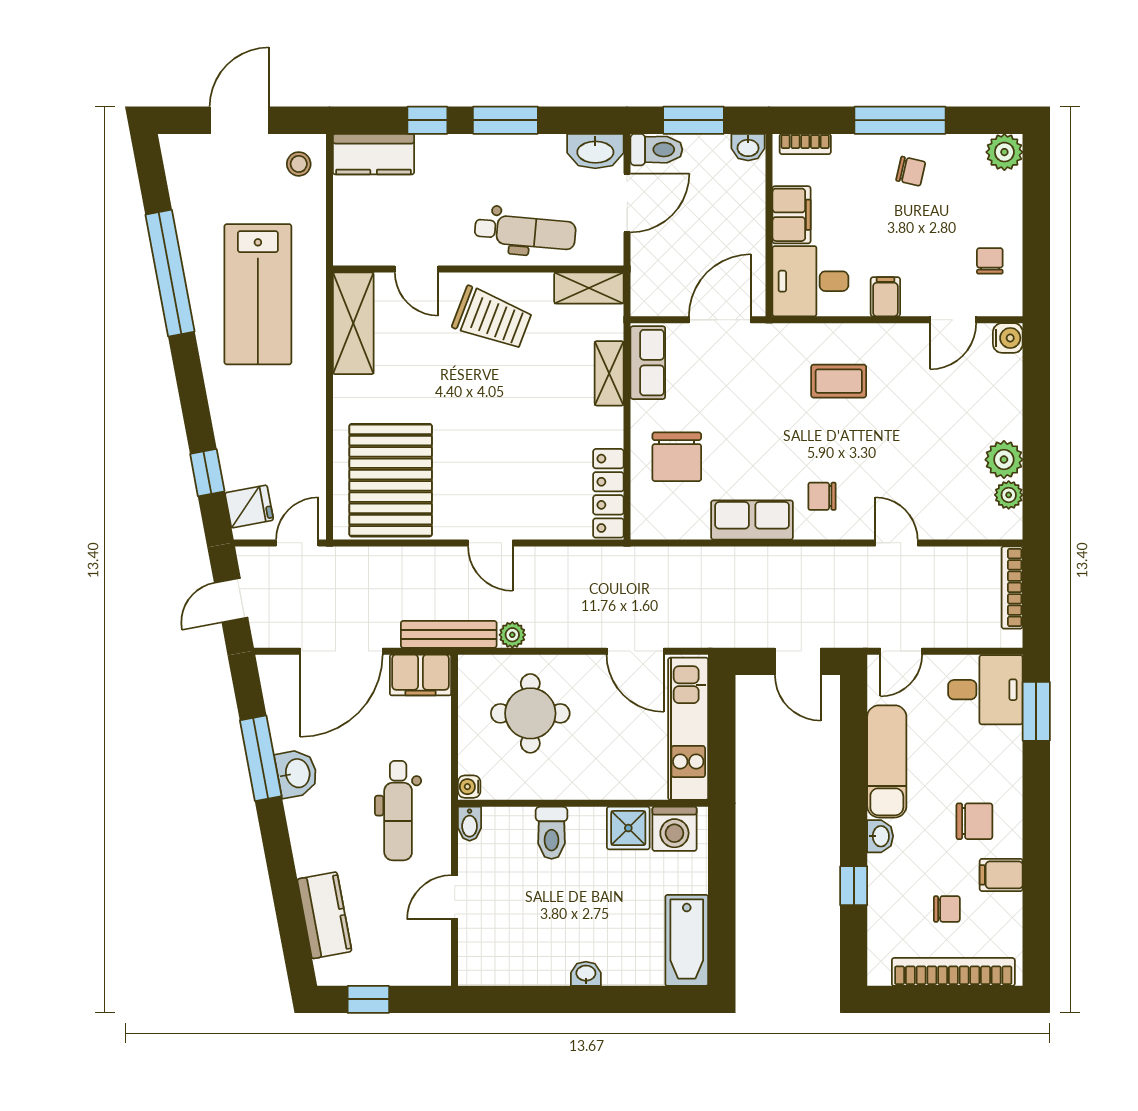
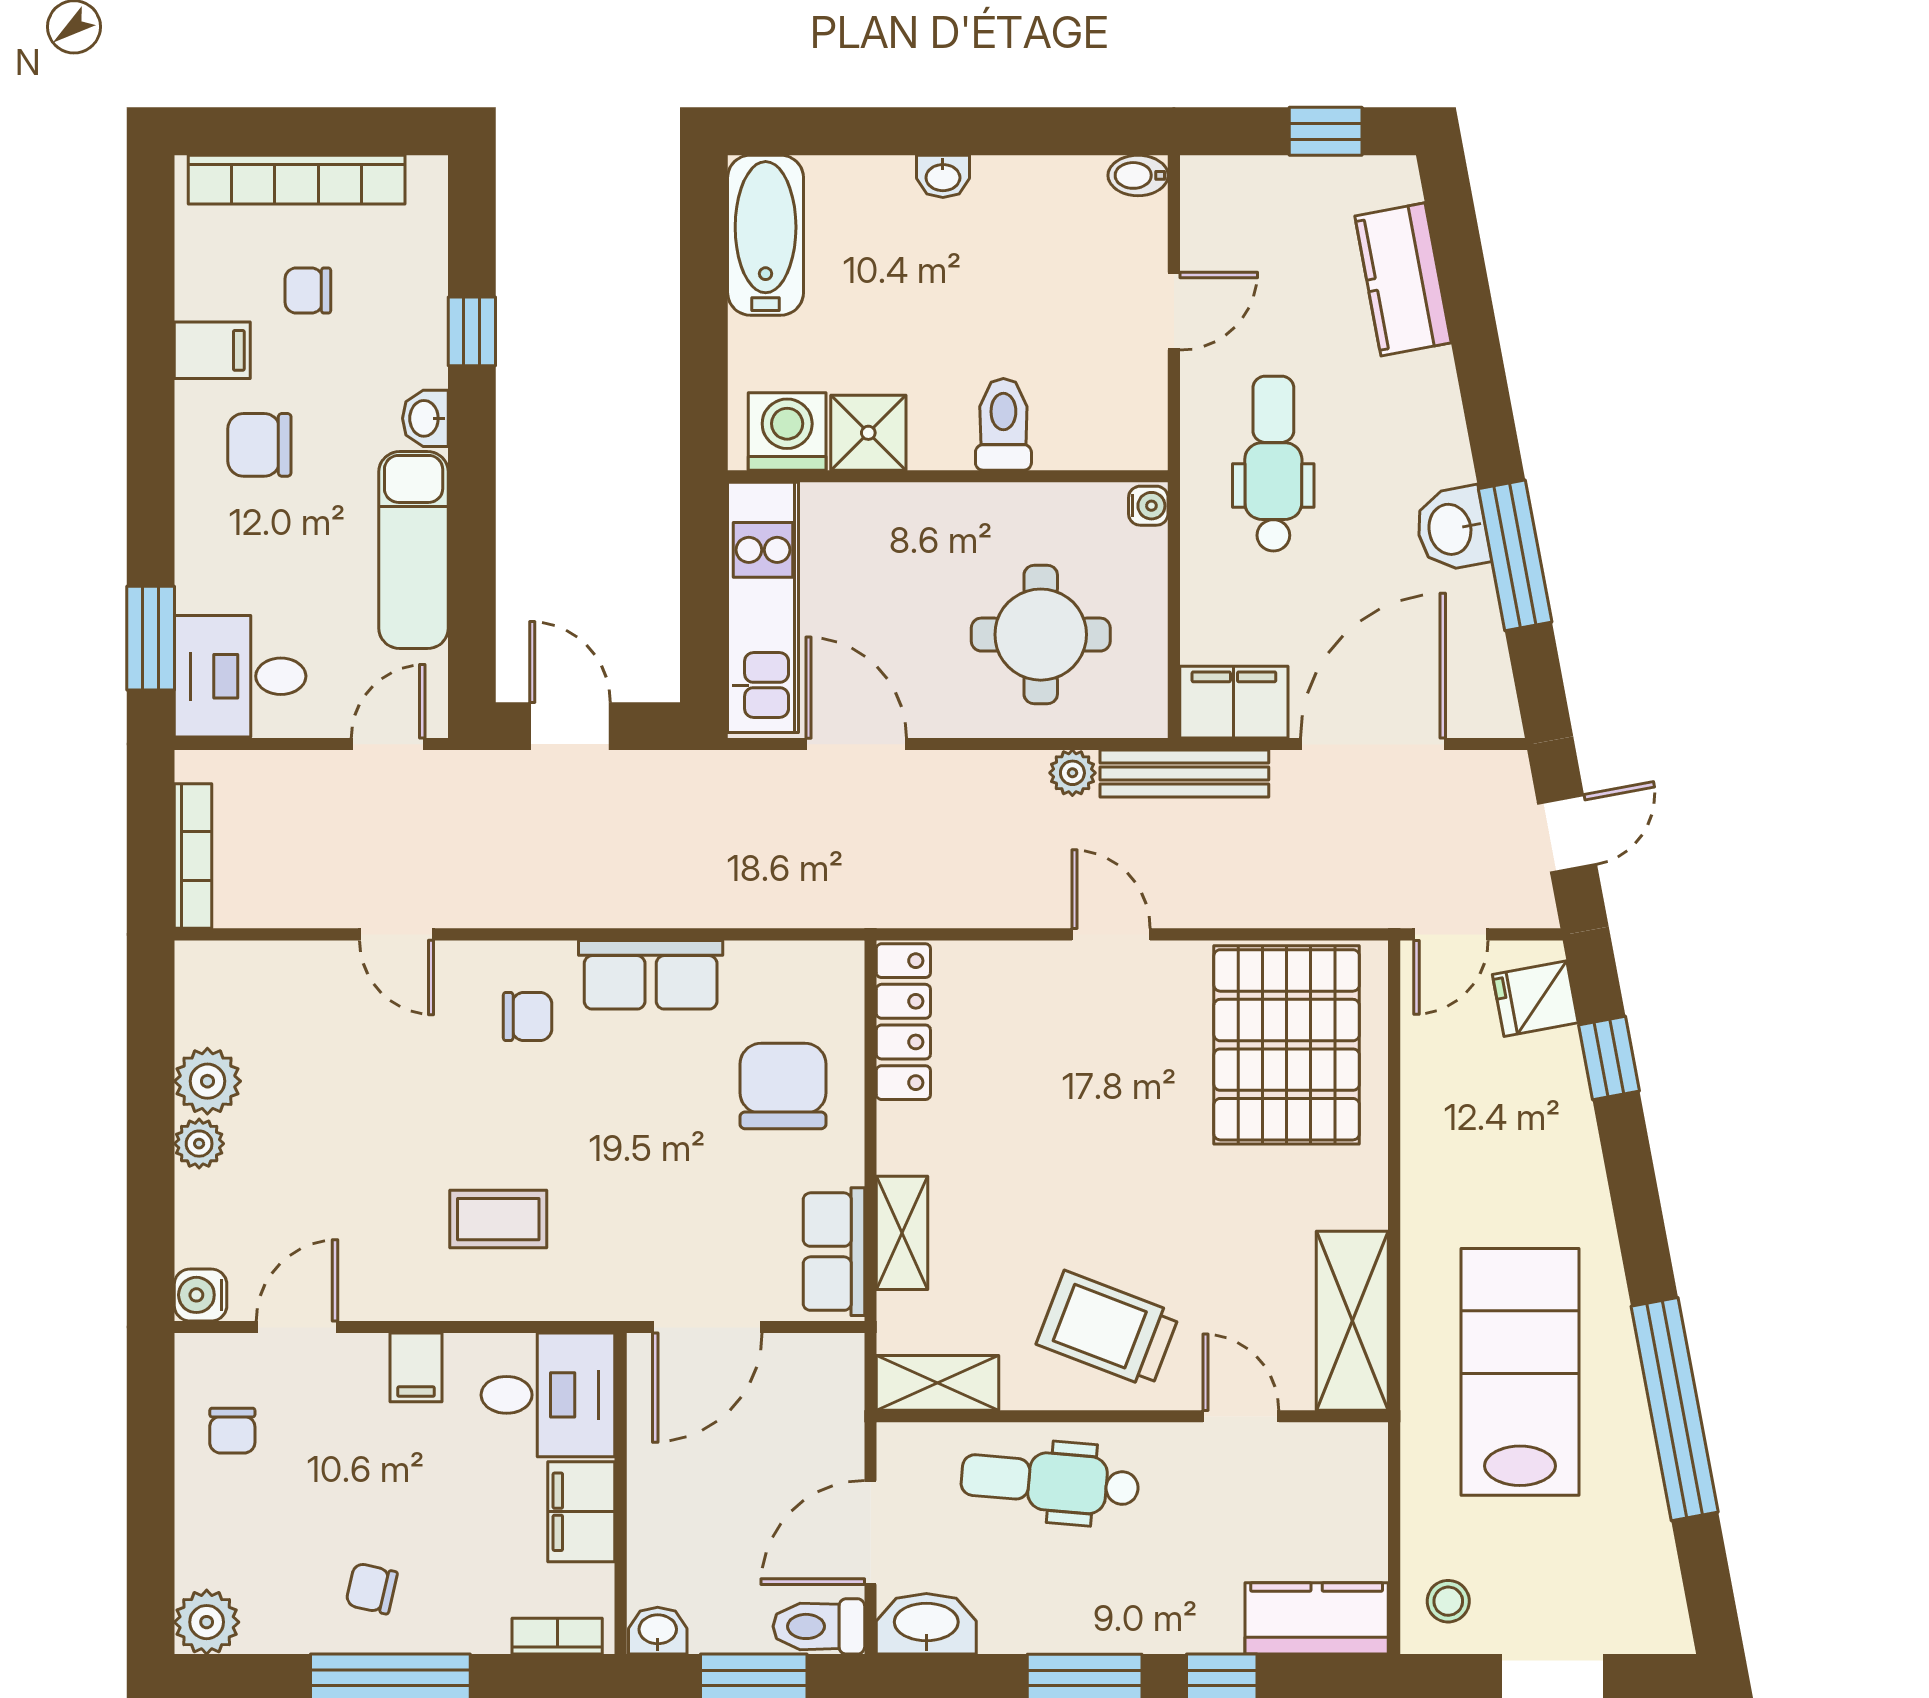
plant: (1009, 495) -> (199, 1144), moved
bidet: (470, 824) -> (1138, 175), moved, turned -90

